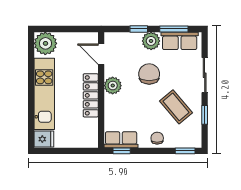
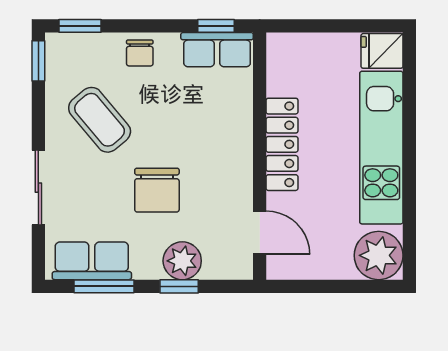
plant: (151, 41) -> (182, 261), moved
plant: (113, 86) -> (235, 165), removed
window: (205, 115) -> (38, 61), moved

